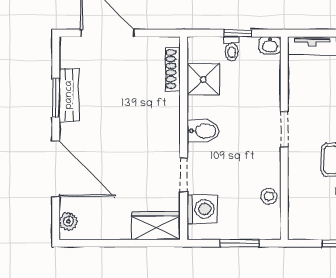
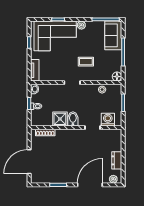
shower: (203, 79) -> (60, 119), moved
bench: (69, 95) -> (57, 179), removed
wardrobe: (156, 226) -> (115, 140), removed
dresser: (110, 229) -> (117, 160), added
floor lamp: (298, 229) -> (117, 77), added

